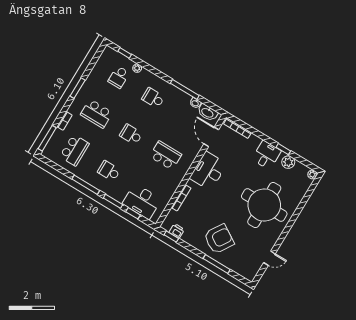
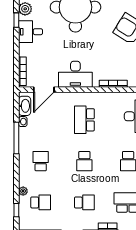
school desk: (153, 98) -> (41, 161), turned 180
school desk: (97, 114) -> (84, 202), width x0.54

